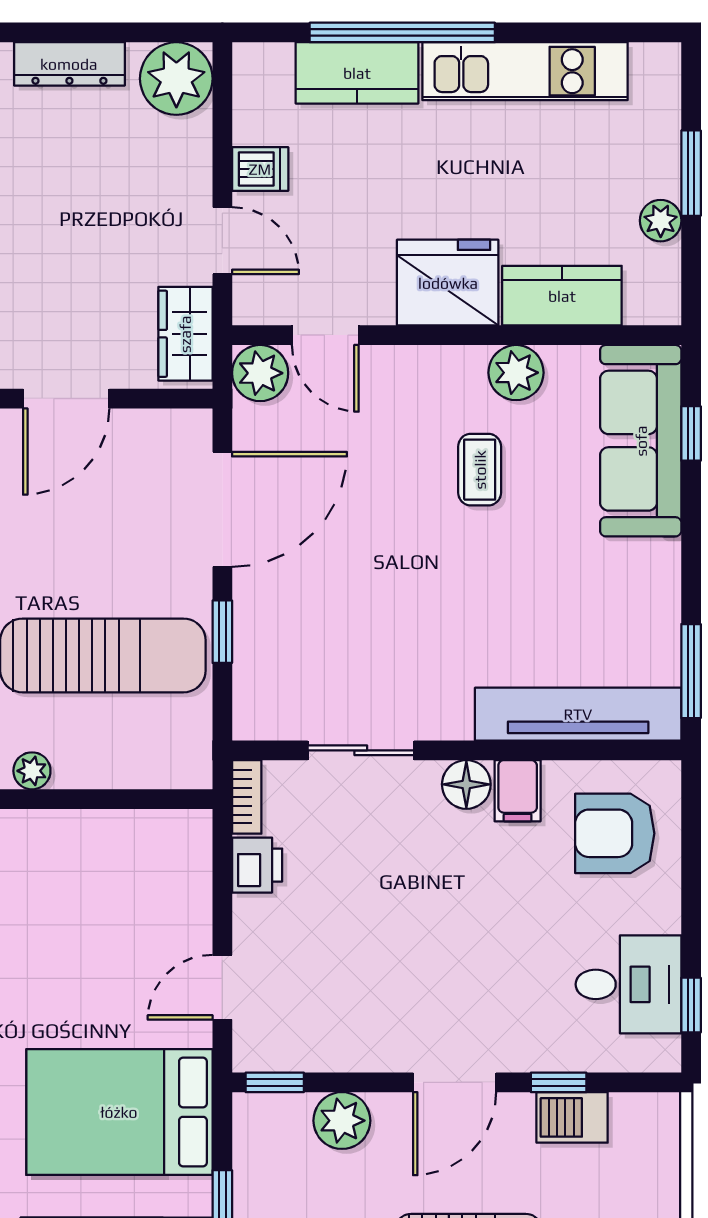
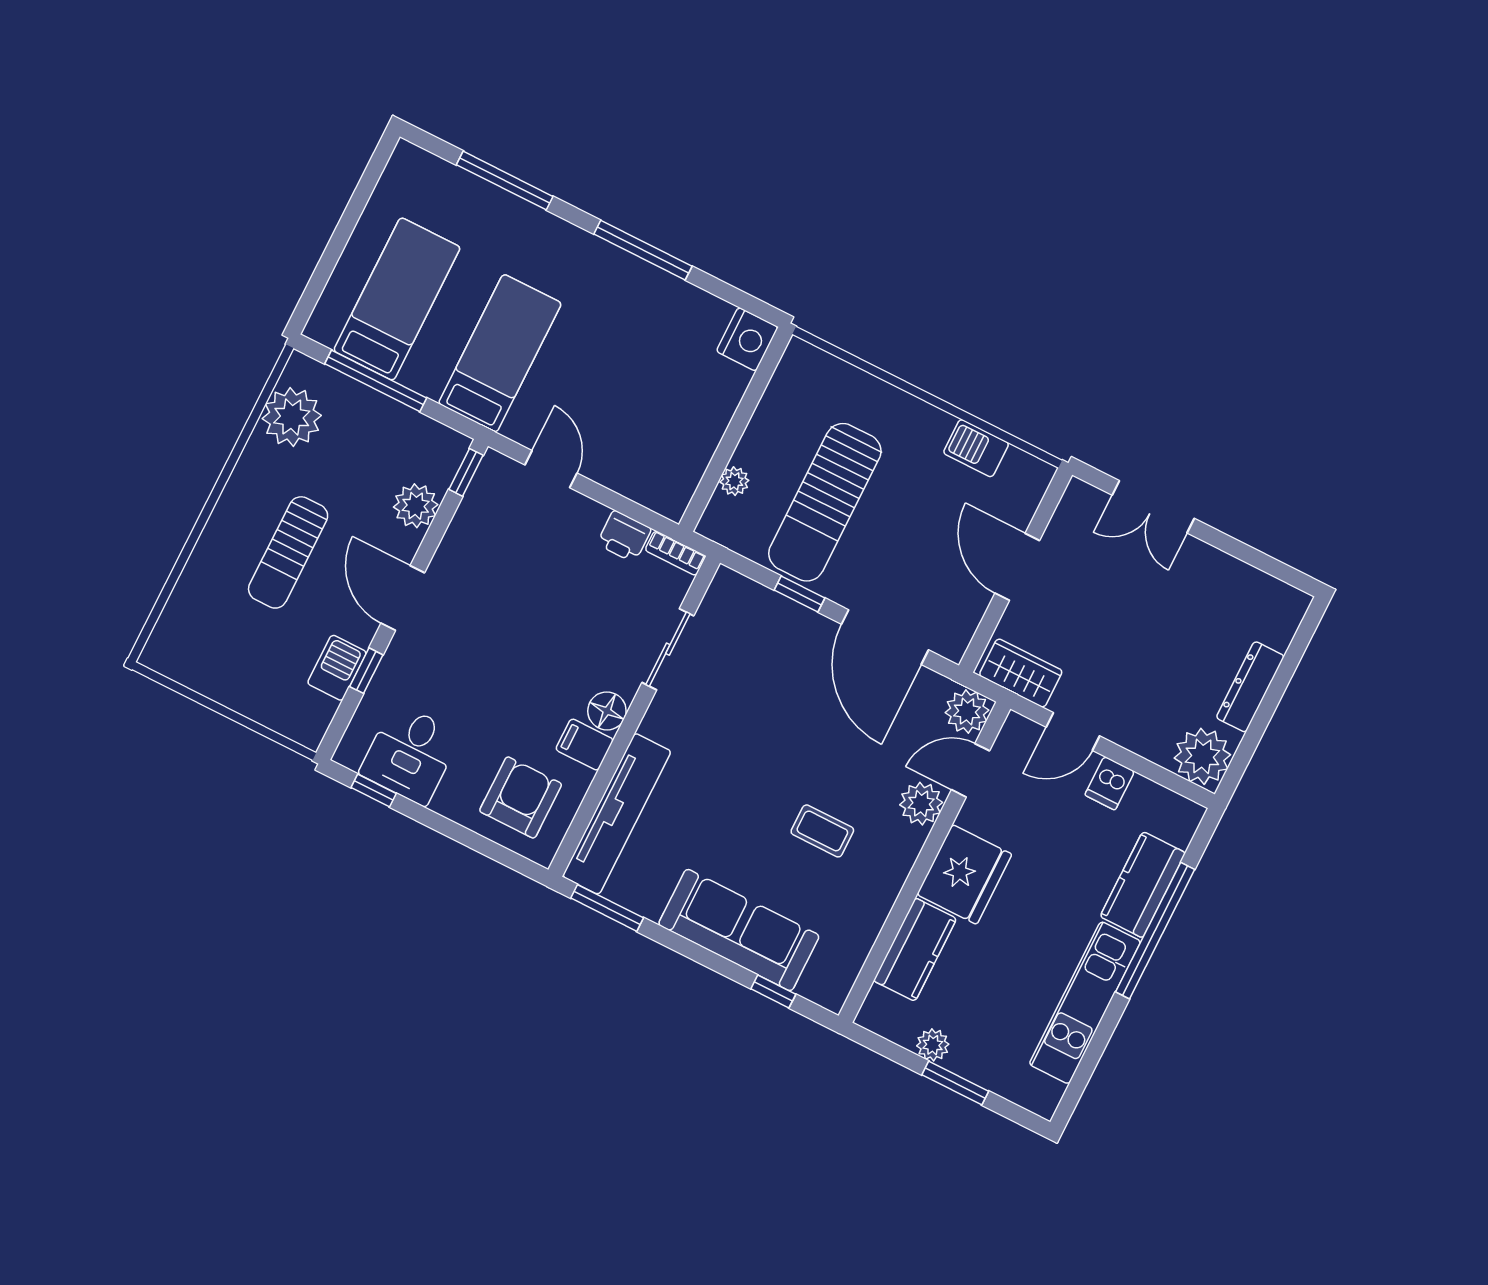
plant: (516, 373) -> (921, 804), moved
sofa: (641, 441) -> (739, 930), moved
plant: (32, 771) -> (734, 481), moved
bed: (119, 1112) -> (500, 353), width x0.67

